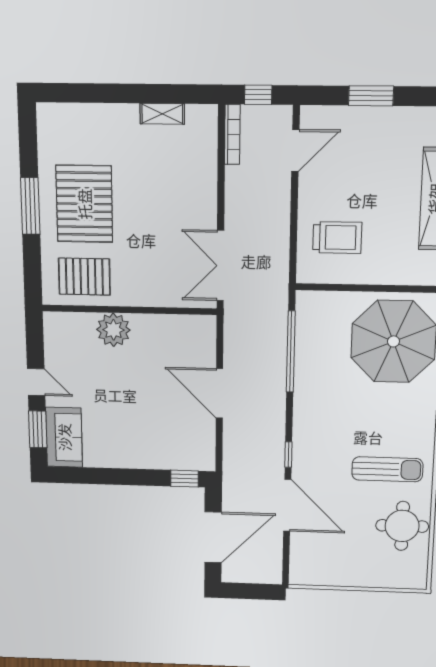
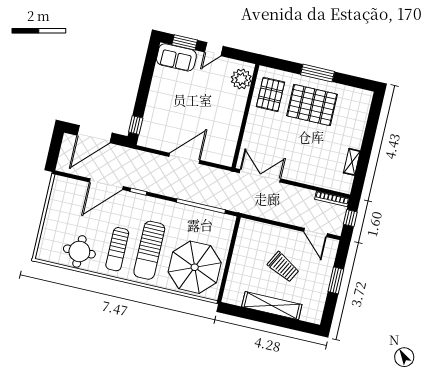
trolley: (337, 238) -> (283, 267), moved, turned -62
plant: (113, 330) -> (241, 79), moved
sun lounger: (379, 419) -> (149, 250), added
door: (213, 537) -> (95, 134), hinge flipped

